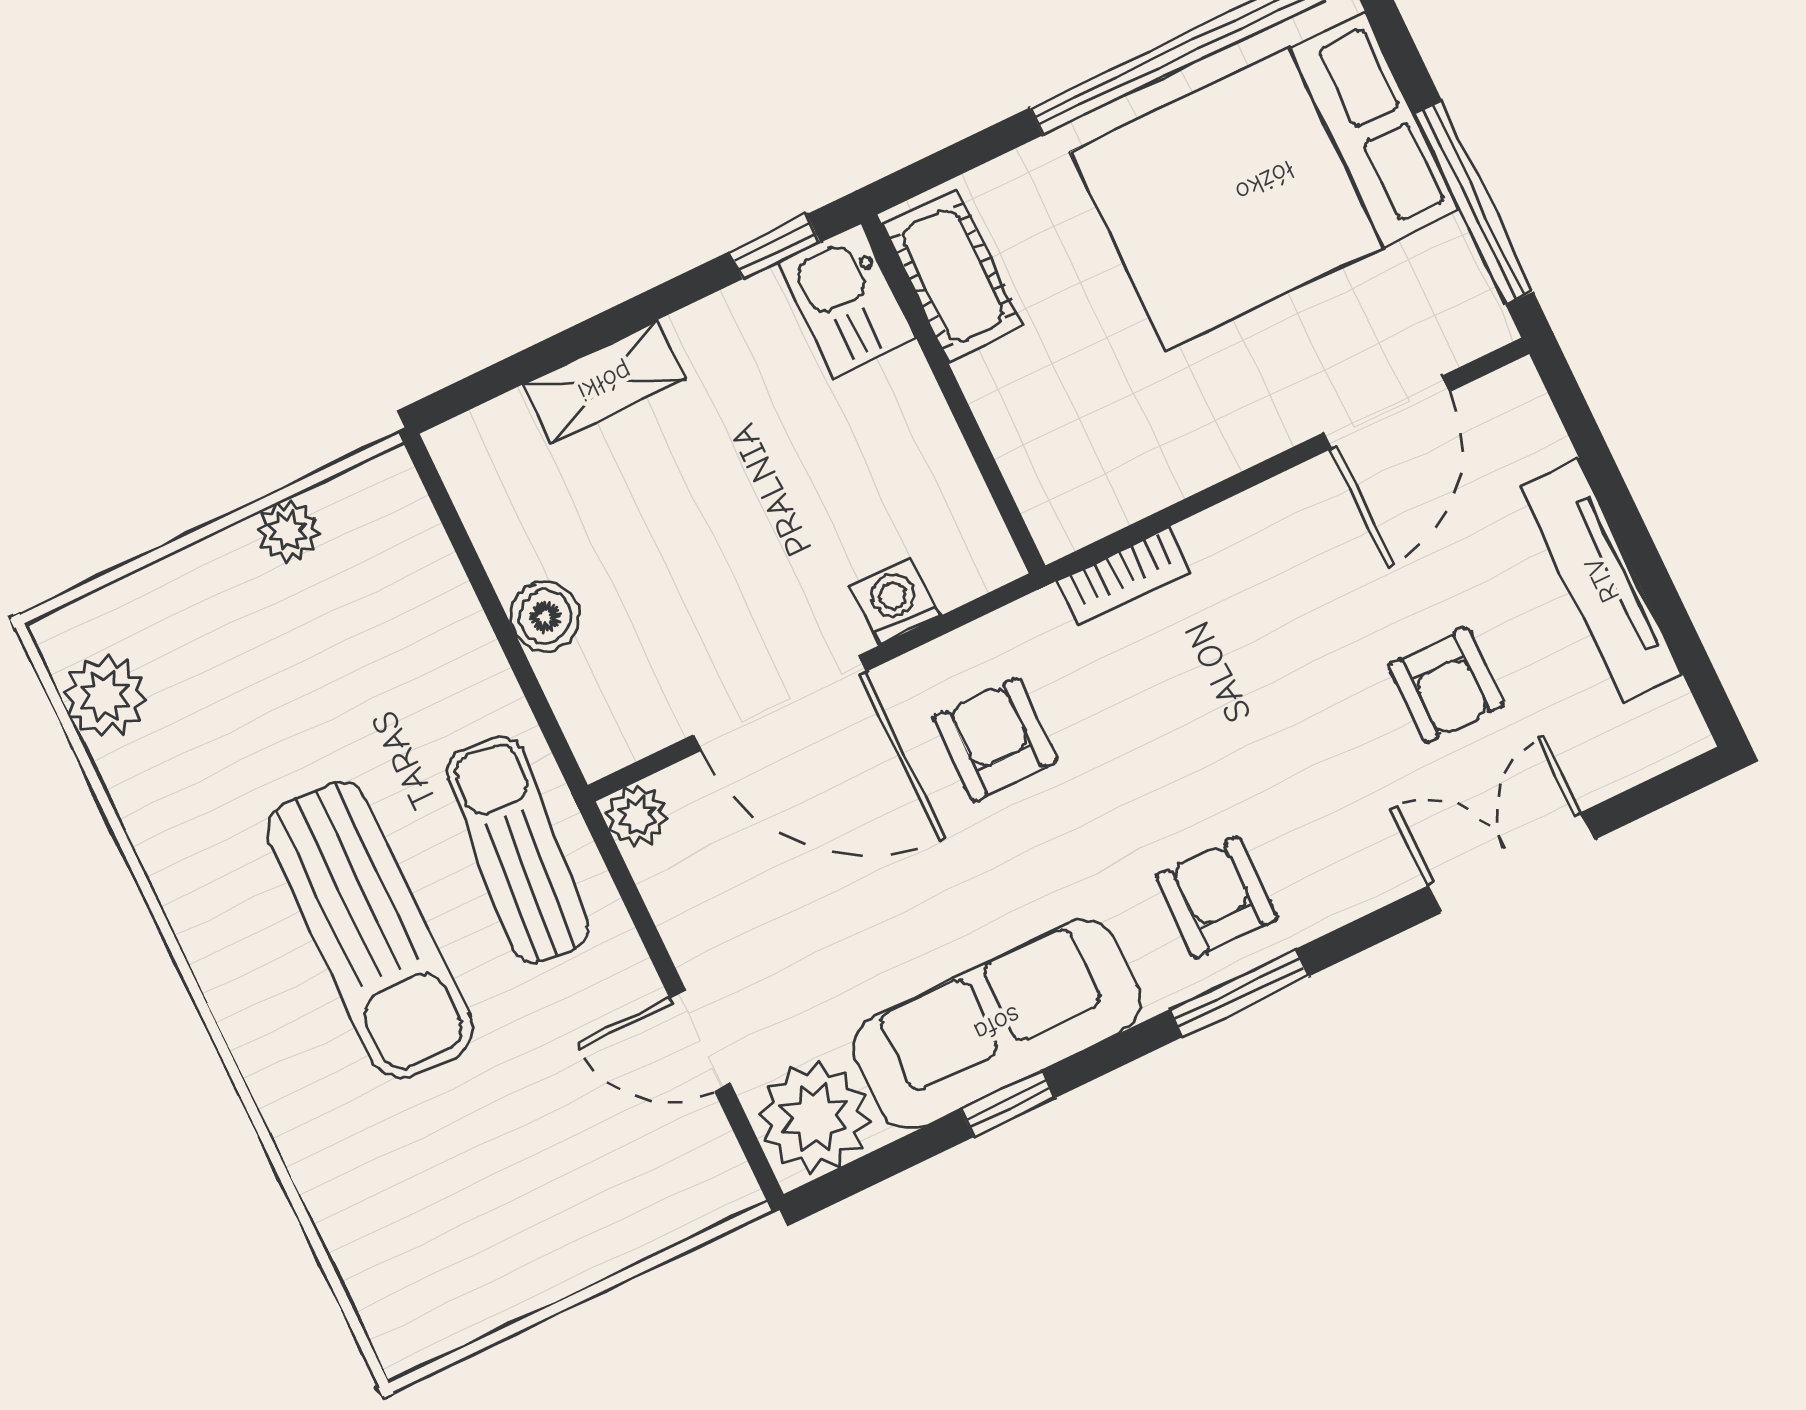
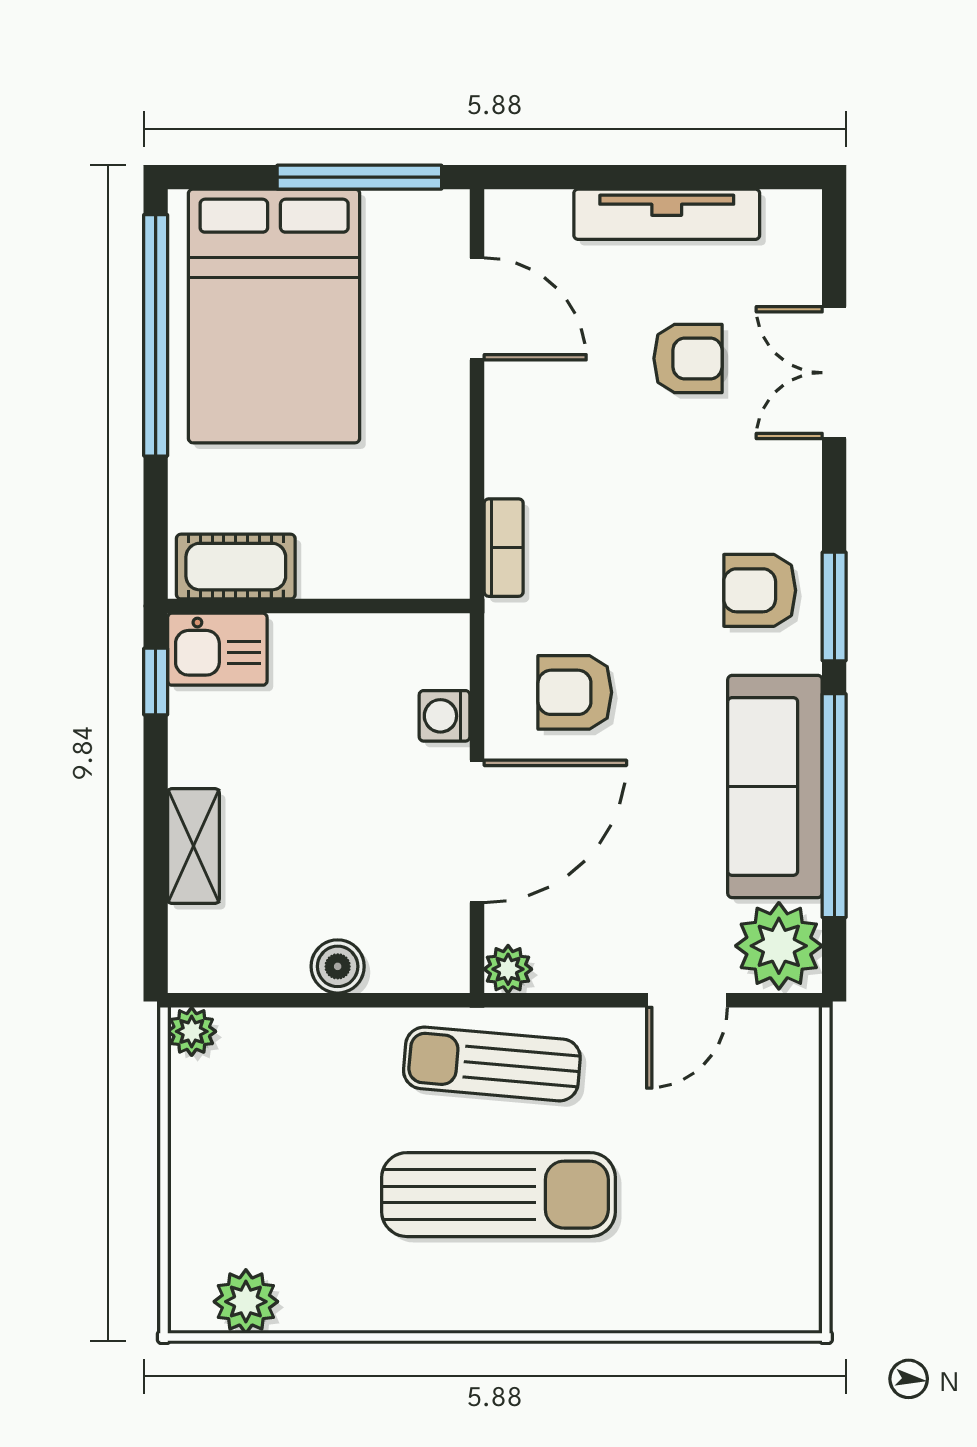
plant: (288, 531) -> (192, 1031), moved
window: (1008, 1104) -> (834, 806), width x3.17

